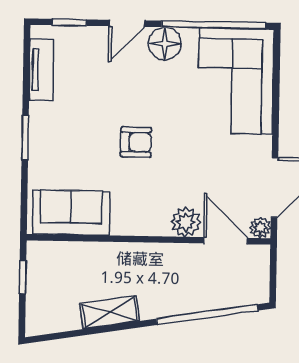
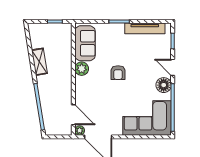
tv unit: (41, 70) -> (145, 28), width x1.41
plant: (186, 222) -> (82, 69), moved
door: (226, 241) -> (73, 115), hinge flipped

